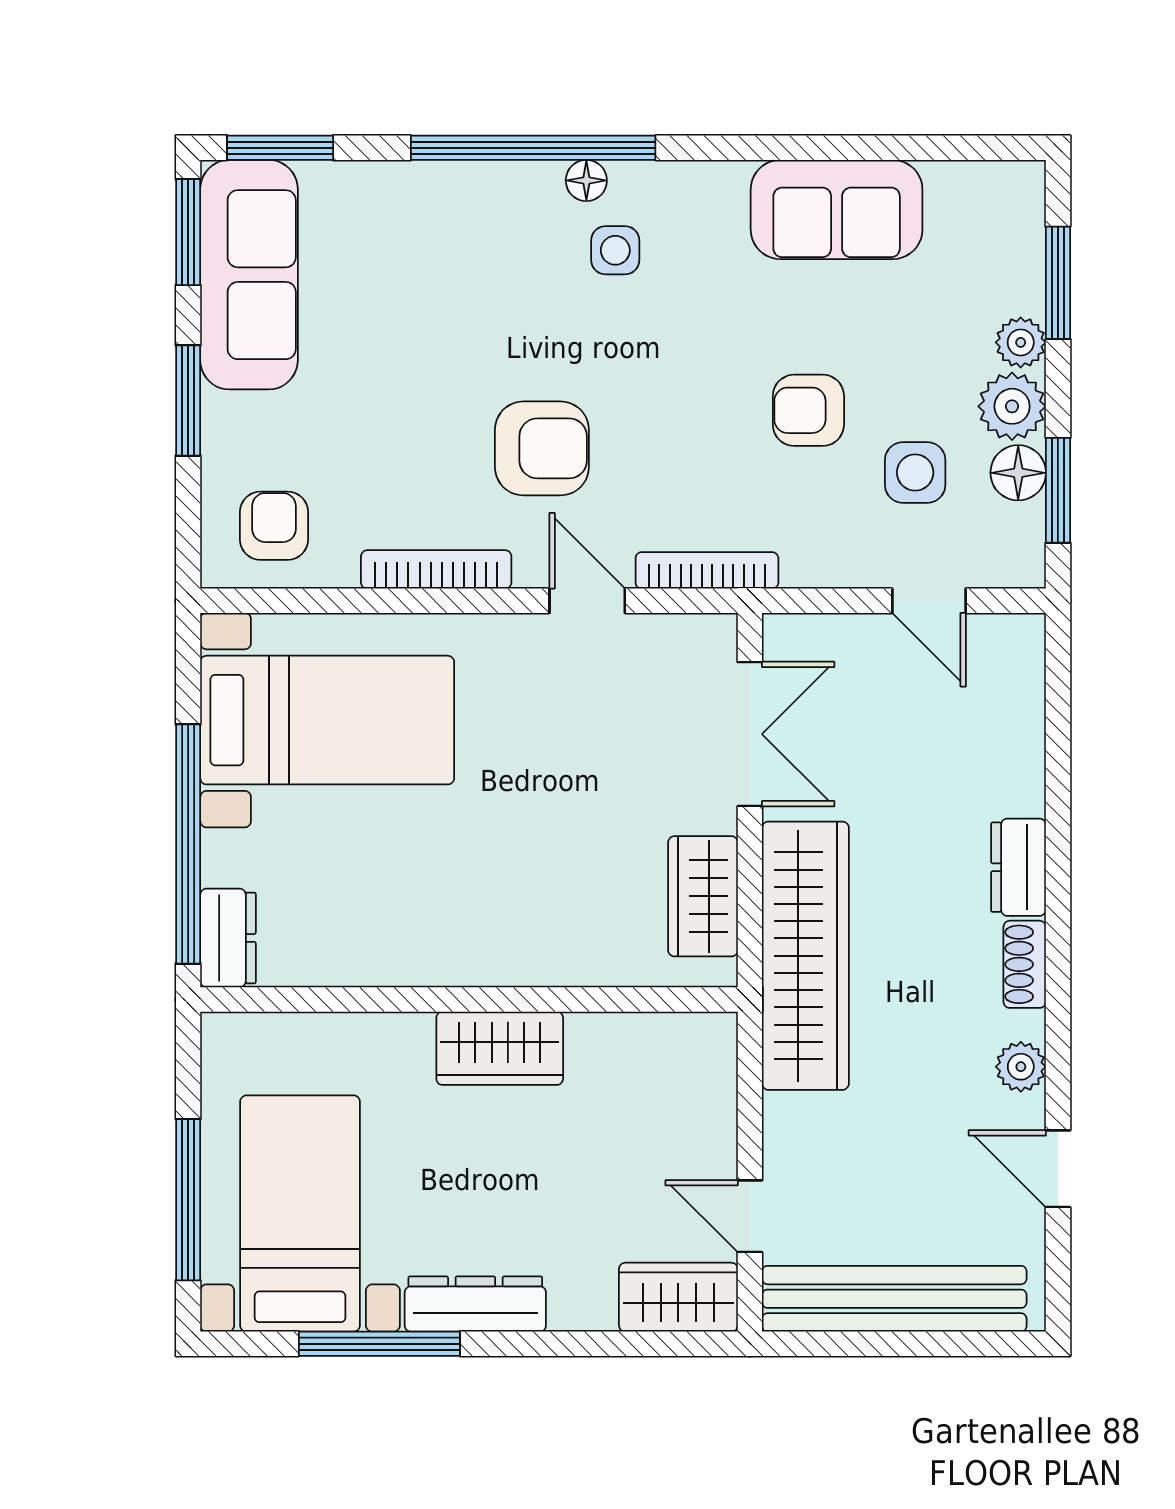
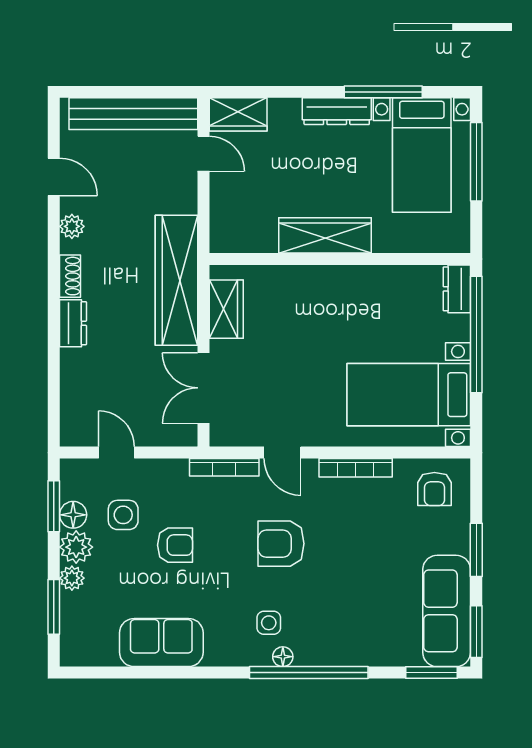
armchair: (542, 448) -> (281, 544), moved
wardrobe: (500, 1048) -> (325, 235), width x1.50

